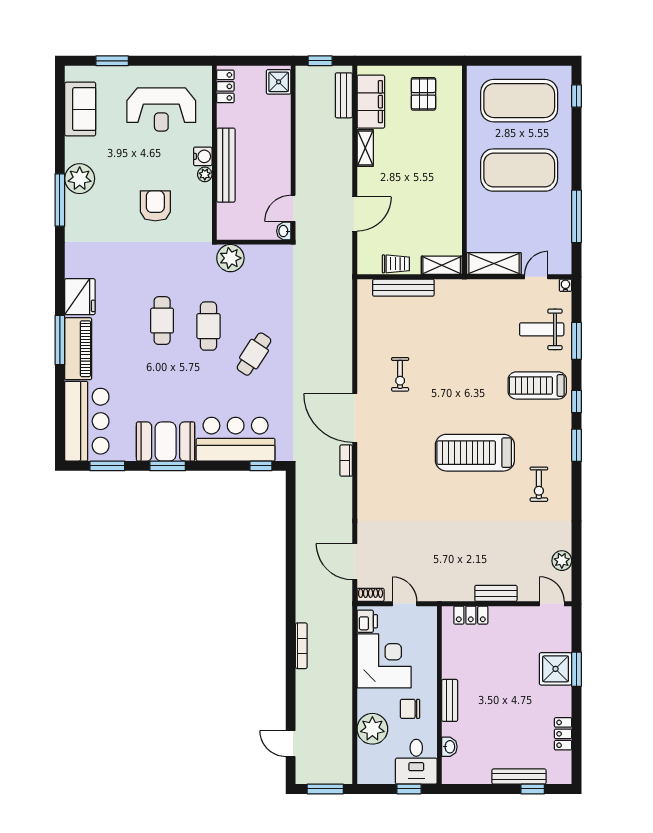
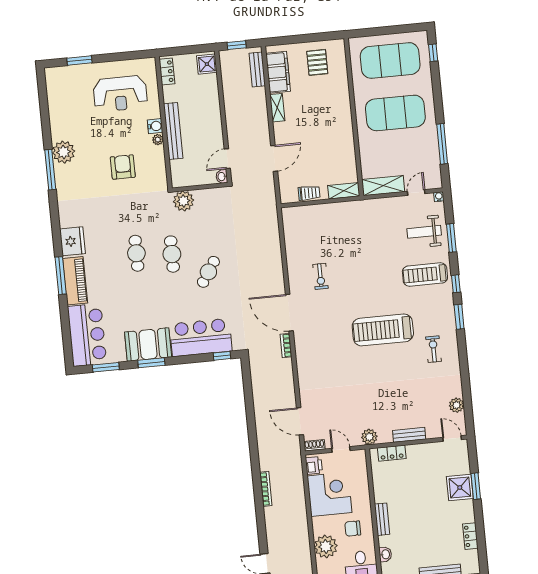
sofa: (80, 109) -> (59, 99), removed
bench: (403, 288) -> (316, 210), removed
exercise bike: (539, 484) -> (434, 349), turned 180
plant: (444, 591) -> (369, 437), added

